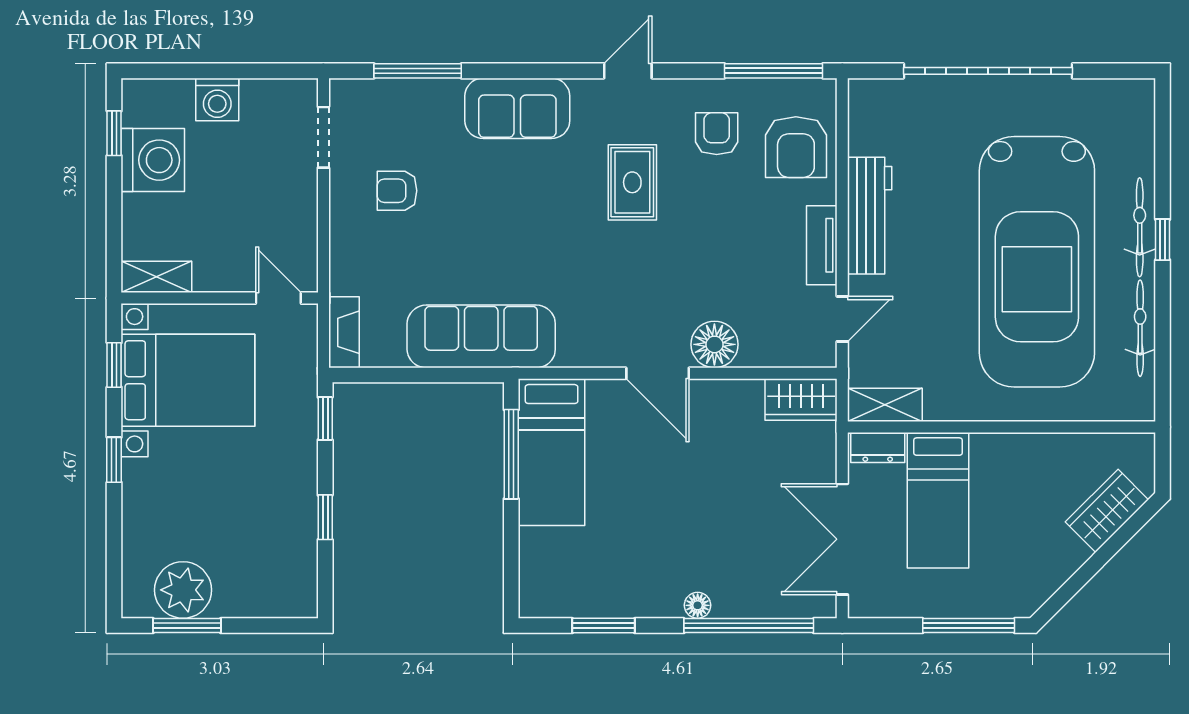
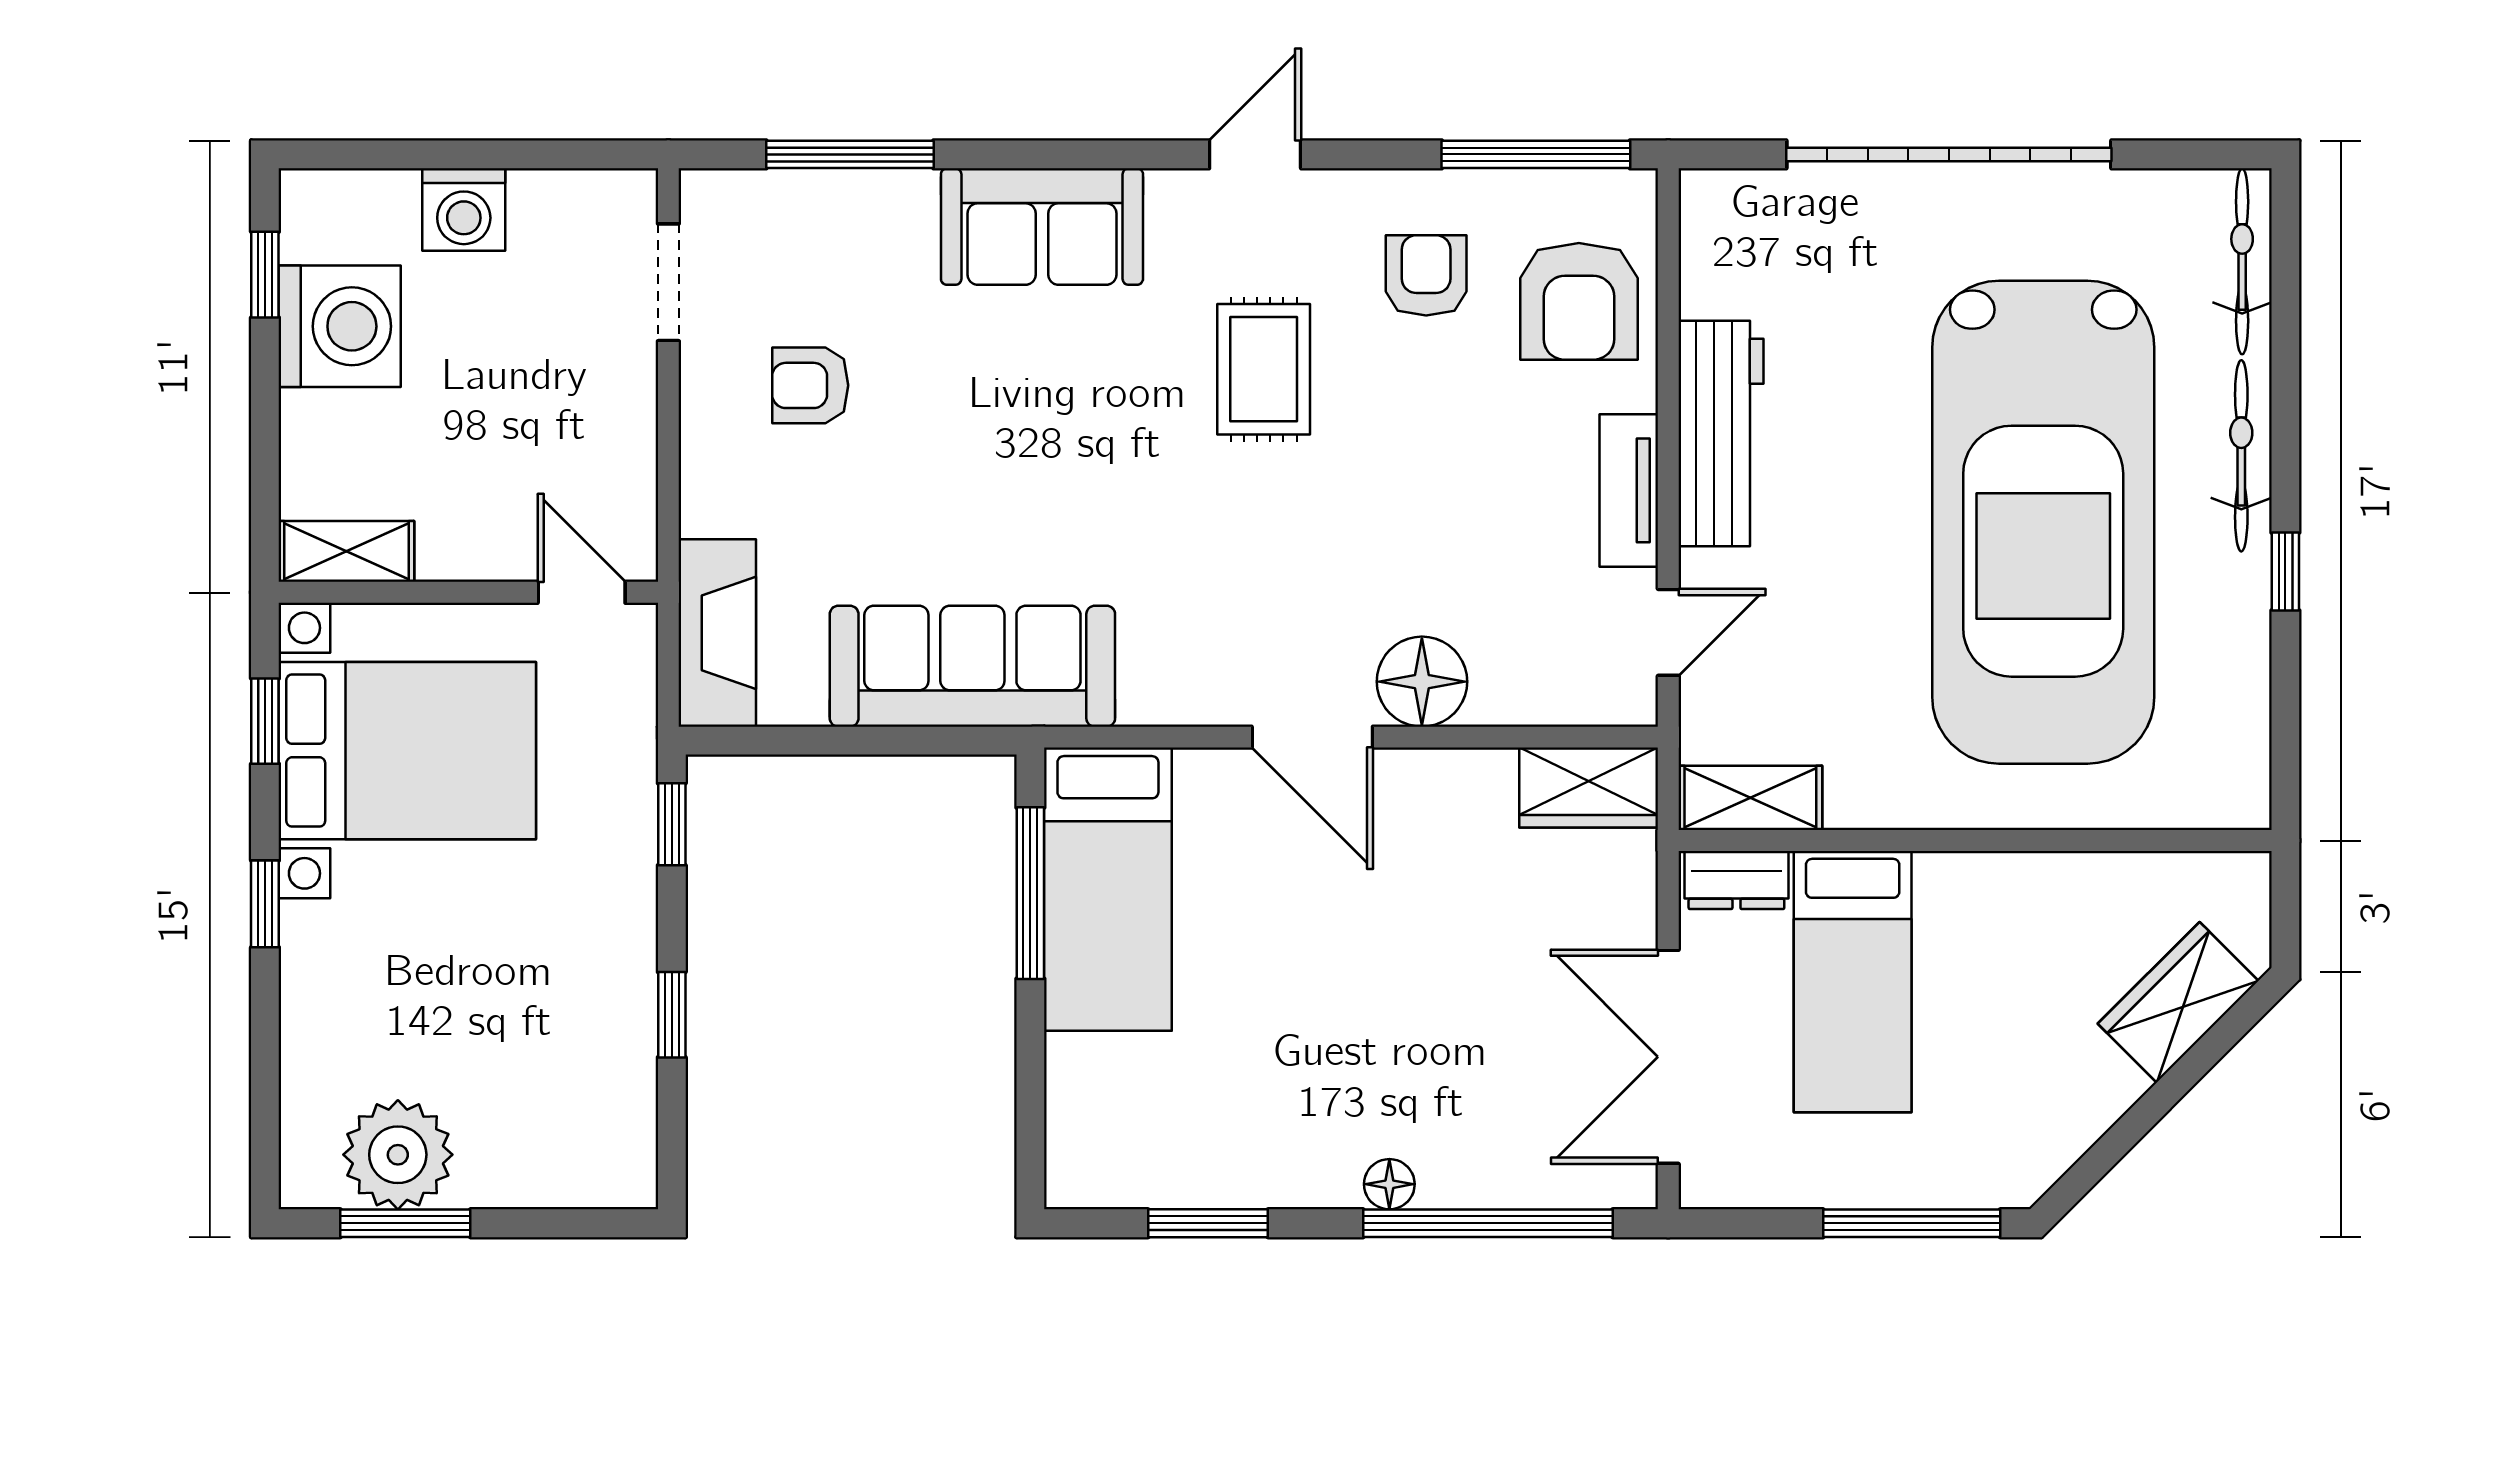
window: (1163, 240) -> (2285, 572), moved
bicycle: (1140, 328) -> (2242, 261), moved
fireplace: (344, 332) -> (717, 633), width x1.37, depth x1.32

